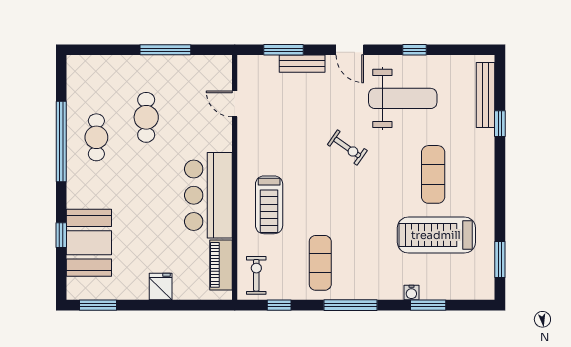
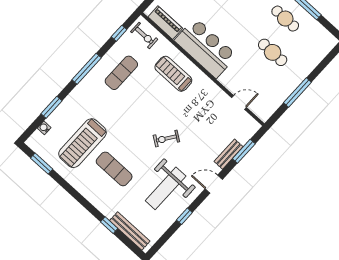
treadmill: (436, 235) -> (83, 143), turned 180
exercise mat: (320, 263) -> (121, 73), turned 90
water cooler: (411, 293) -> (44, 128), moved

